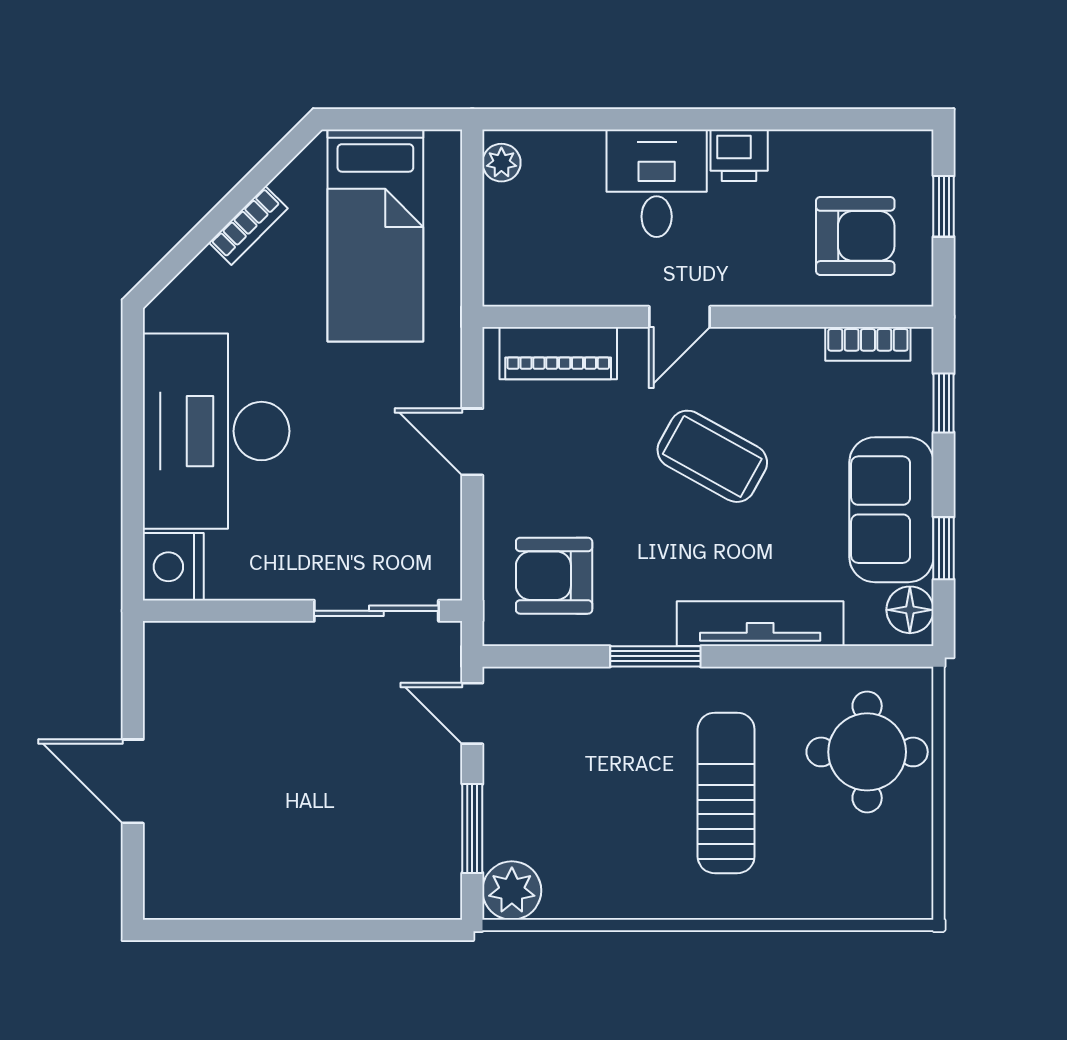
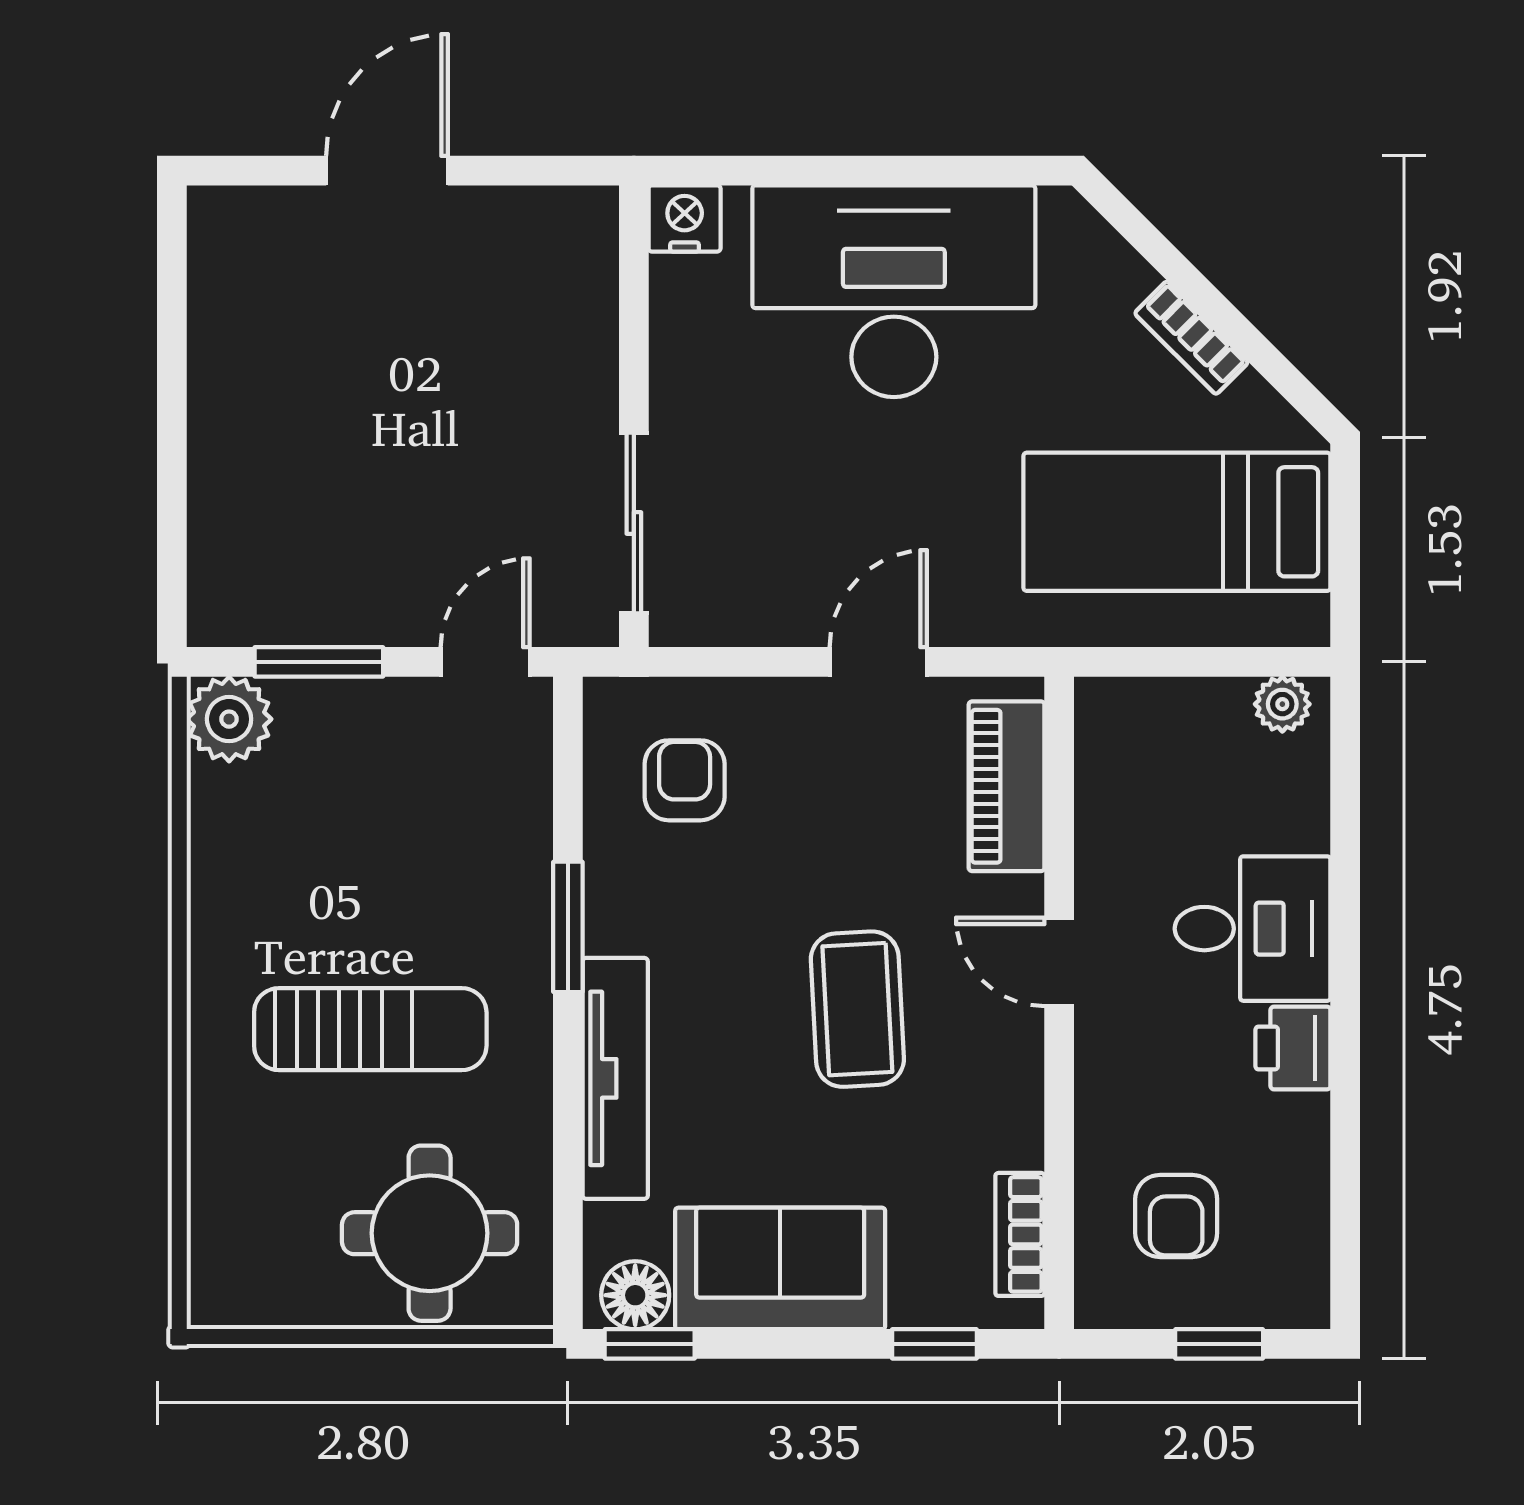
armchair: (855, 236) -> (1176, 1216), width x0.72, depth x0.72
coffee table: (712, 456) -> (857, 1009), turned -32
window: (944, 548) -> (650, 1344), moved
nightstand: (173, 567) -> (685, 218), width x0.74, depth x0.75
armchair: (554, 576) -> (685, 780), width x0.72, depth x0.72

